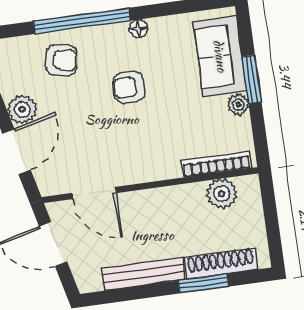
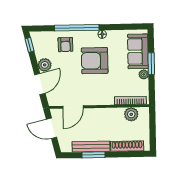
armchair: (62, 60) -> (65, 45), turned 80
armchair: (129, 87) -> (95, 61), width x1.88, depth x1.88
door: (94, 193) -> (73, 107), hinge flipped
window: (203, 284) -> (93, 155), moved

